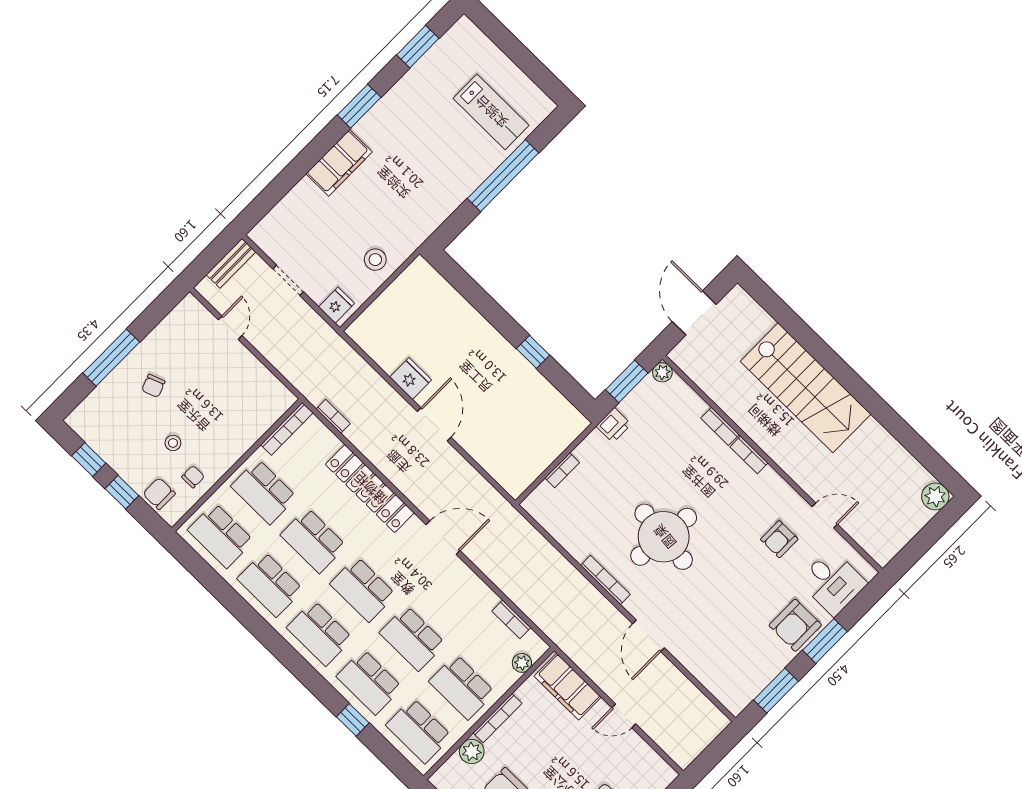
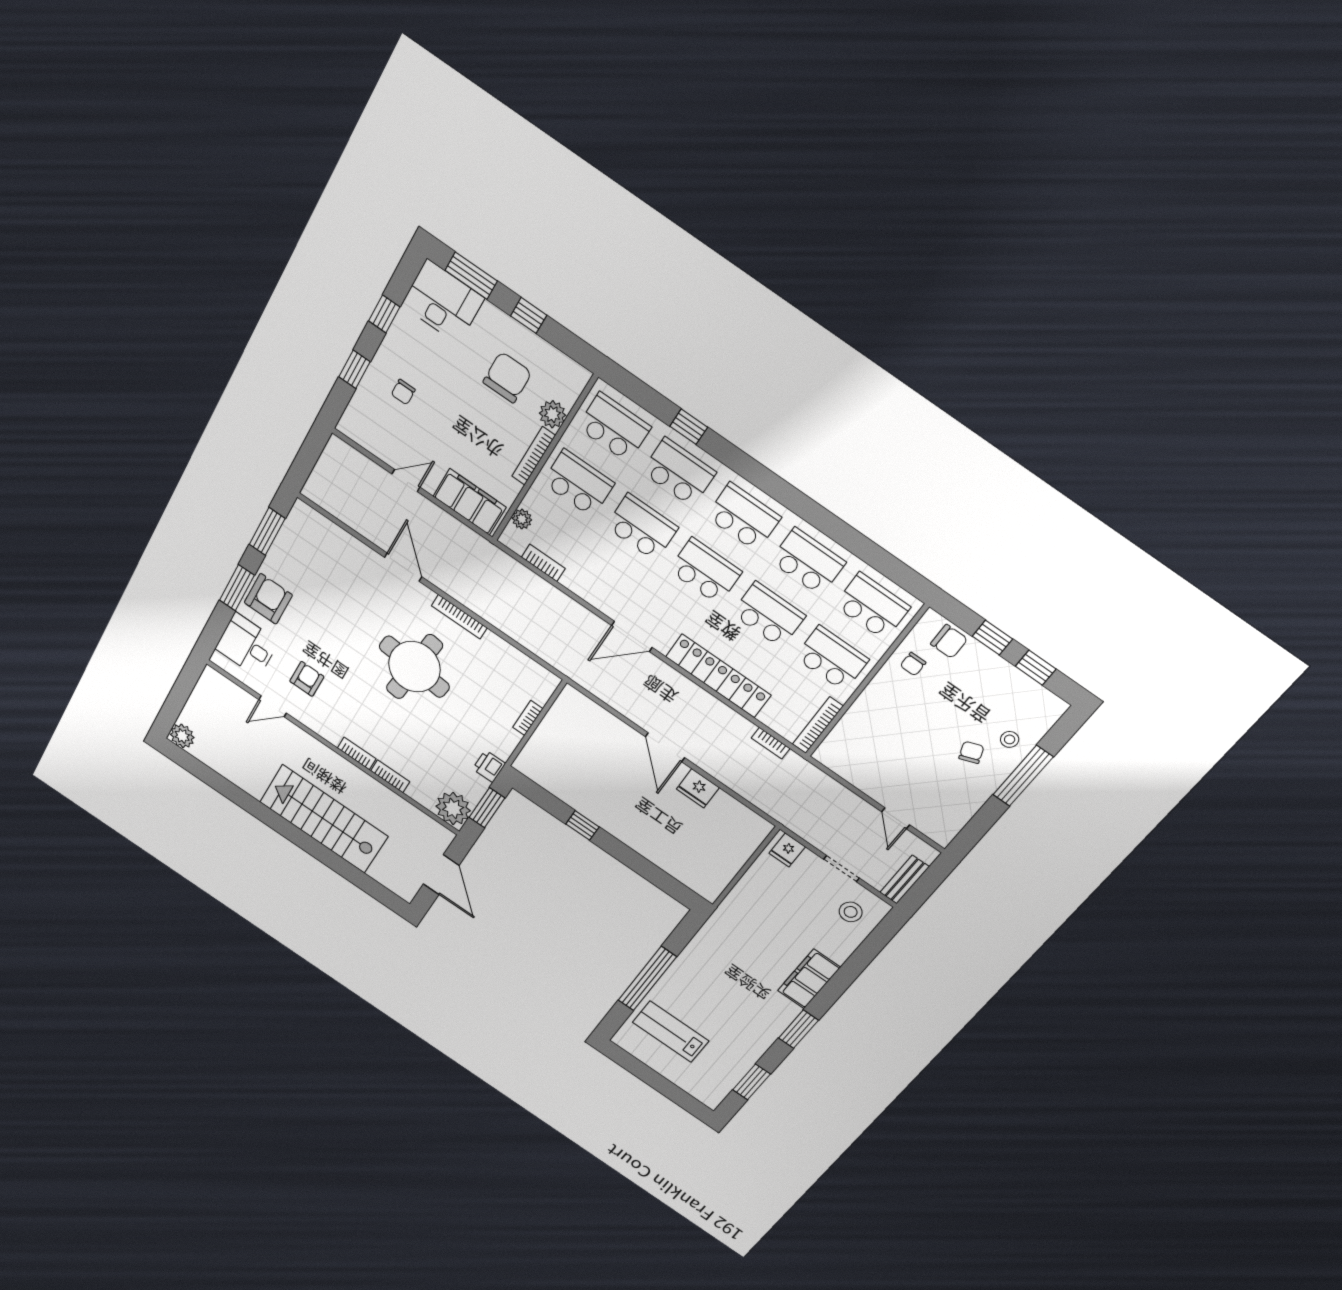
stool: (375, 260) -> (851, 912), moved
plant: (662, 372) -> (453, 808), width x1.87, depth x1.87
stool: (173, 443) -> (1010, 739), moved

